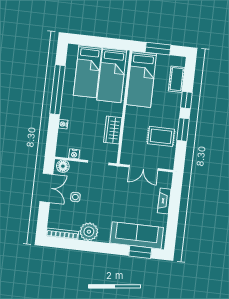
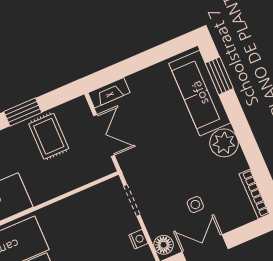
wardrobe: (113, 130) -> (77, 206), removed
fireplace: (164, 201) -> (109, 93), moved
plant: (89, 232) -> (224, 143), moved

